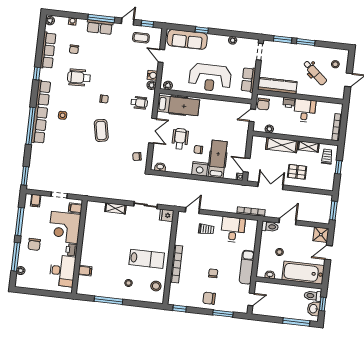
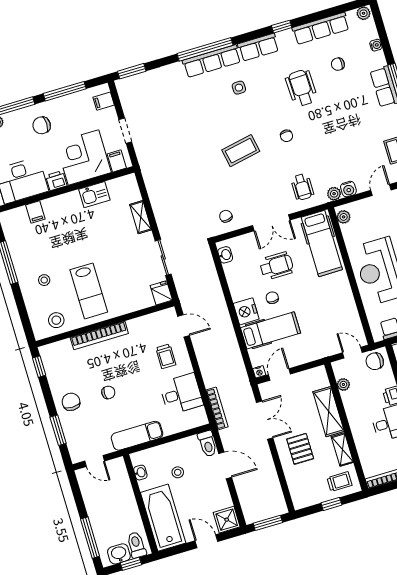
kitchen sink: (90, 230) -> (94, 195), added

